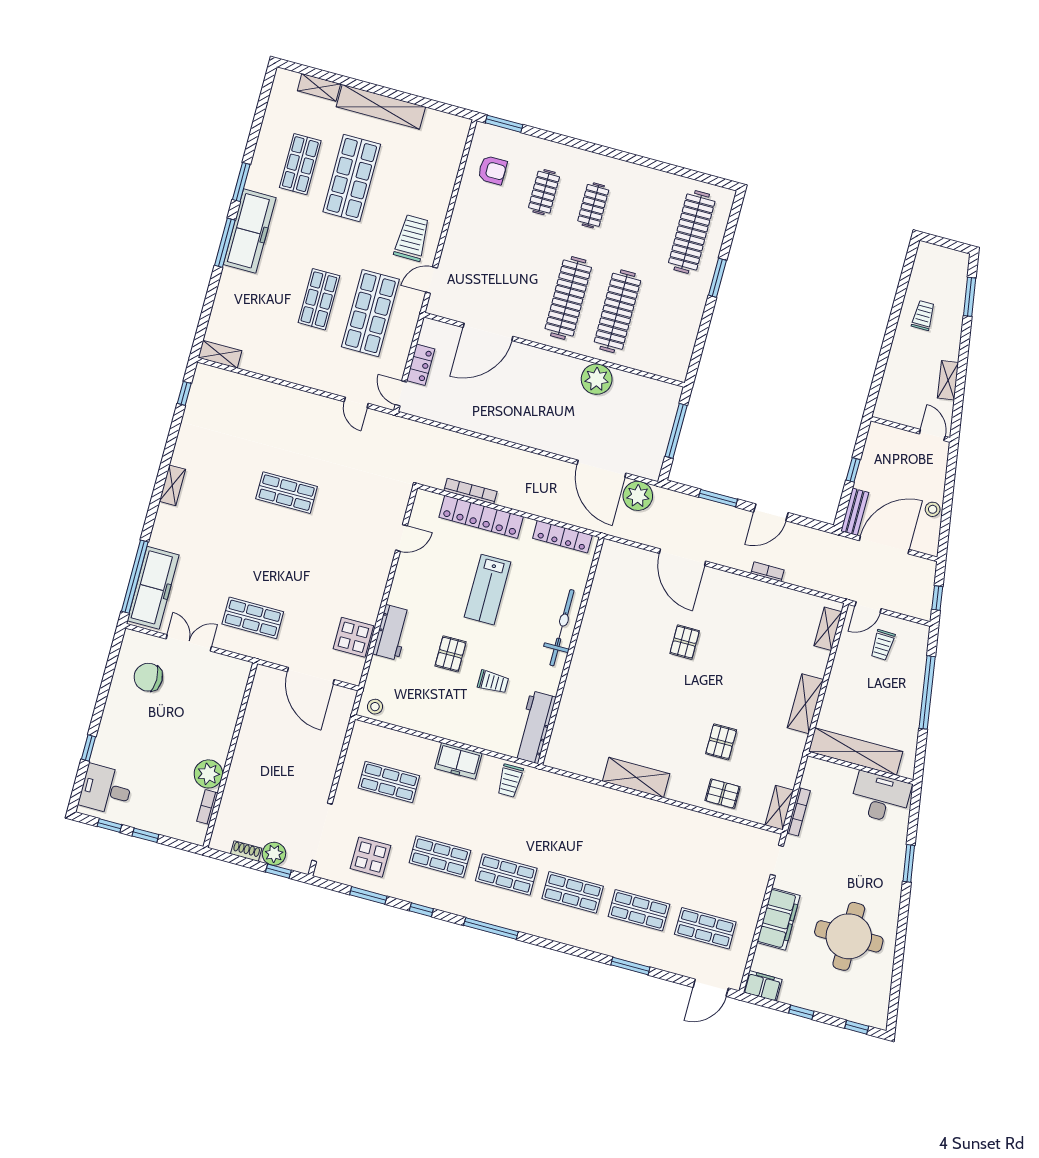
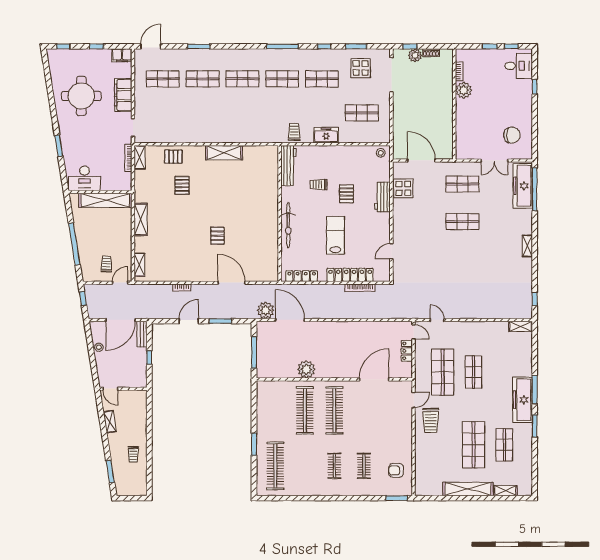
shop shelf: (287, 493) -> (462, 222), moved

